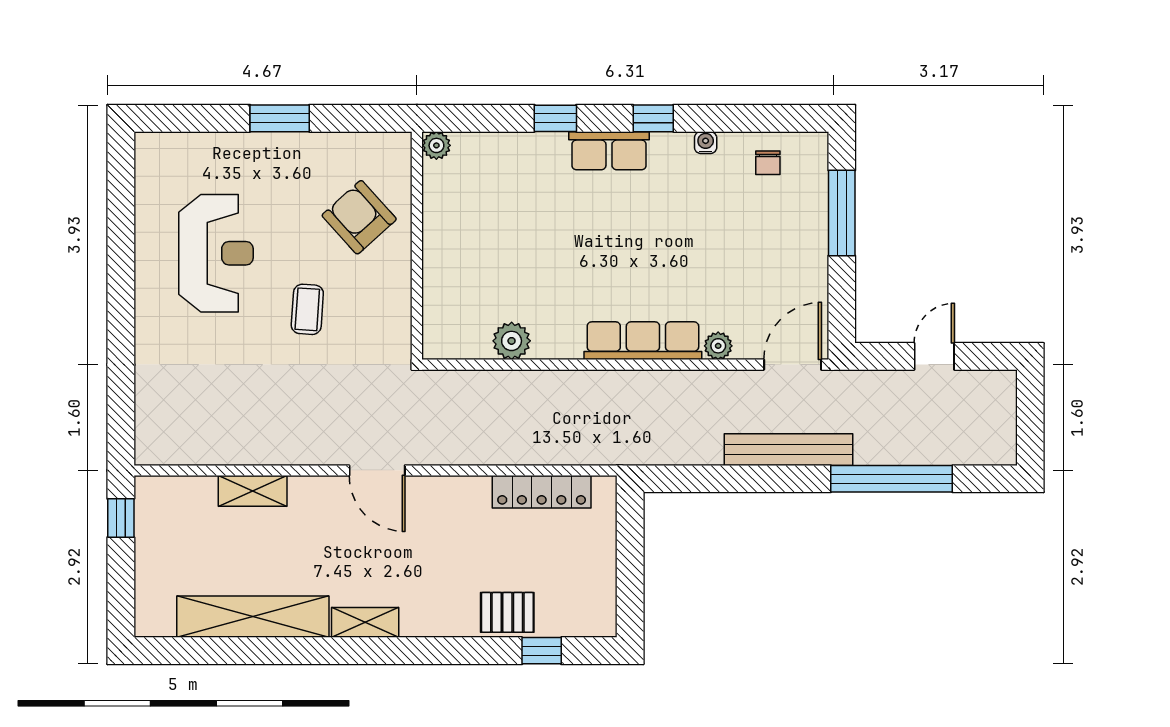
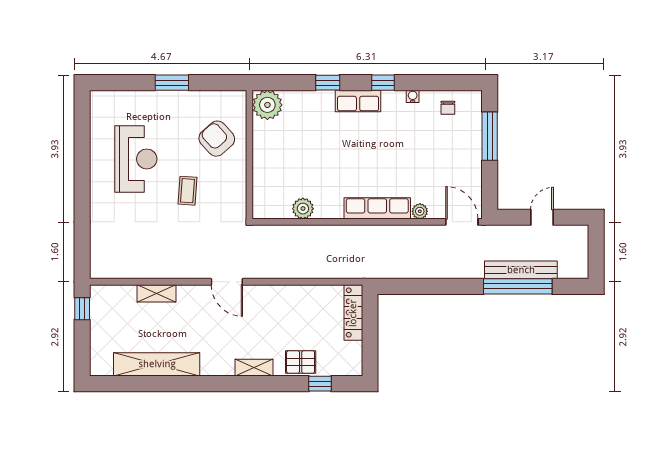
plant: (436, 145) -> (267, 105), width x1.87, depth x1.87
door: (793, 365) -> (462, 222), hinge flipped
bench: (789, 450) -> (521, 270), moved
locker: (542, 492) -> (353, 313), moved, turned 90
shelving: (365, 622) -> (254, 368), moved

